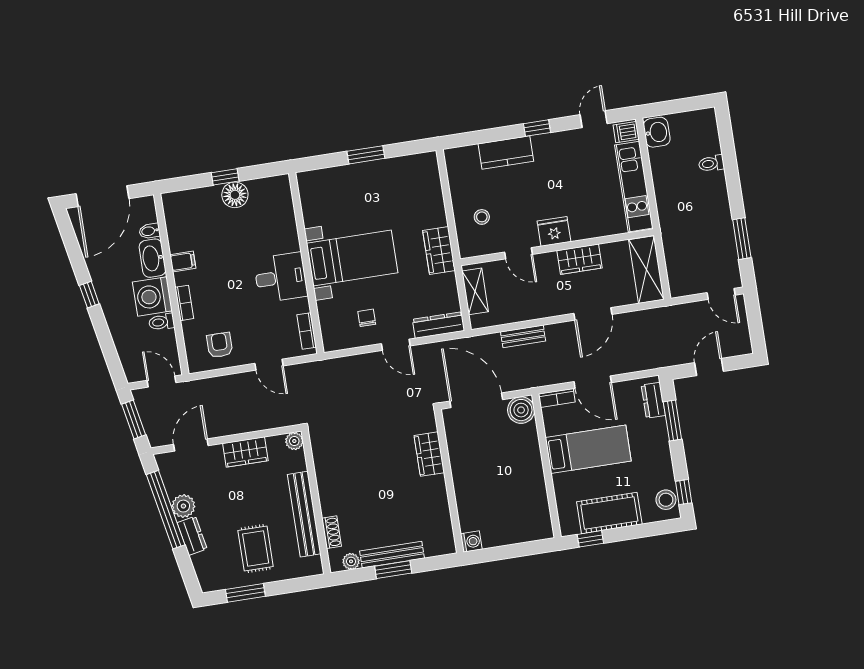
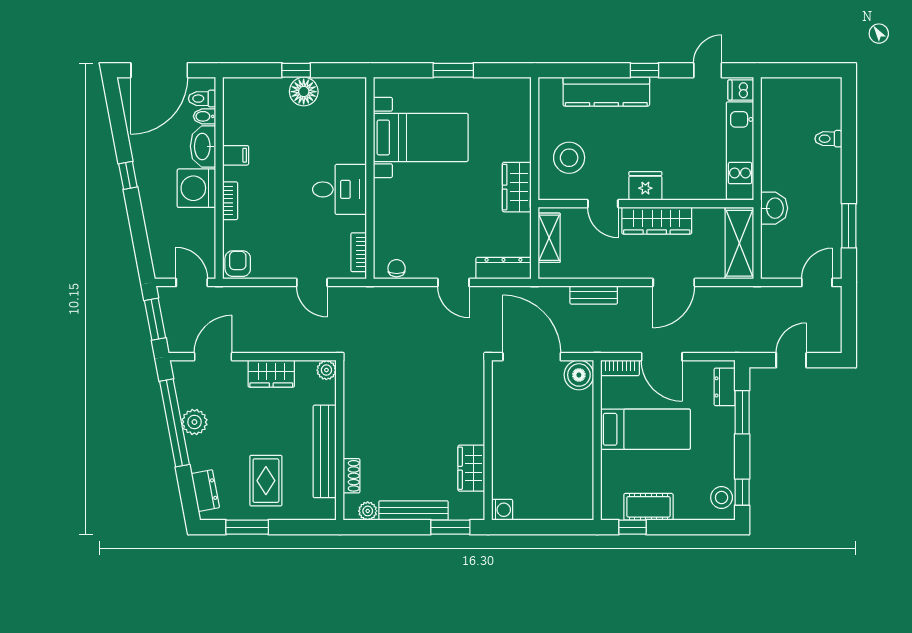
washbasin: (657, 132) -> (774, 208), moved
kitchen counter: (506, 152) -> (606, 92), width x1.50
stool: (482, 217) -> (569, 158), width x1.89, depth x1.89
bed with nightstands: (352, 258) -> (421, 137), moved
wardrobe: (579, 259) -> (657, 221), width x1.50
door: (721, 294) -> (817, 282), swing flipped
chair: (367, 318) -> (397, 268), moved
toilet: (162, 322) -> (202, 99), moved
armchair: (220, 345) -> (238, 264), moved
wardrobe: (429, 454) -> (471, 468), moved
cot: (609, 513) -> (648, 507), width x0.73, depth x0.75
dresser: (192, 536) -> (205, 491), moved
window: (393, 570) -> (450, 527), moved

